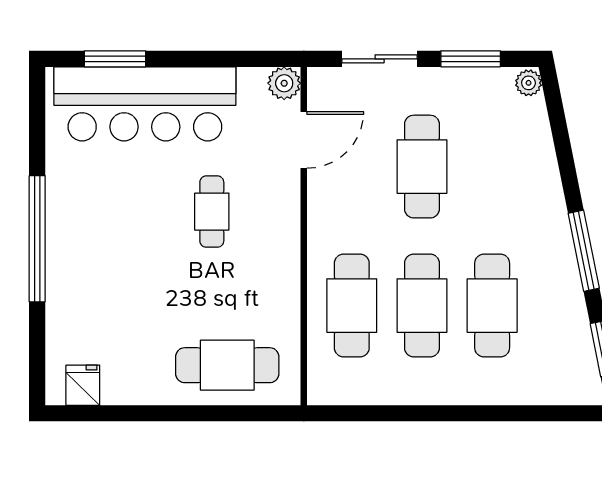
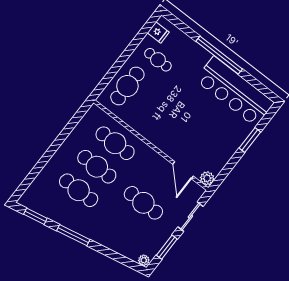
window: (115, 59) -> (250, 140), moved
bar counter: (145, 104) -> (235, 91), moved, turned -90
cafe table: (212, 212) -> (158, 60), moved

